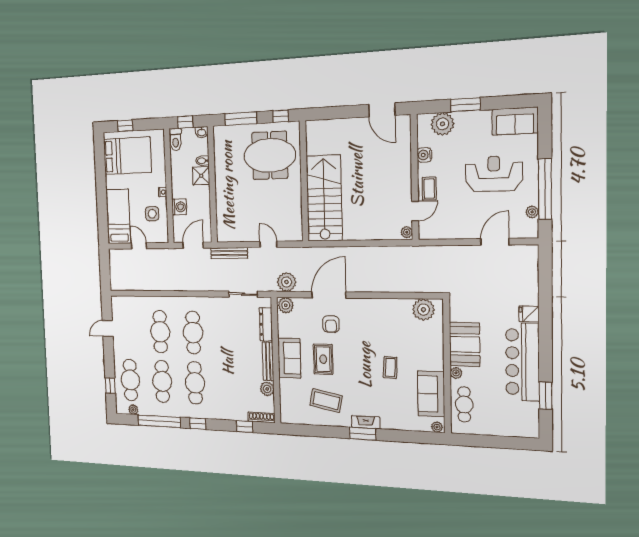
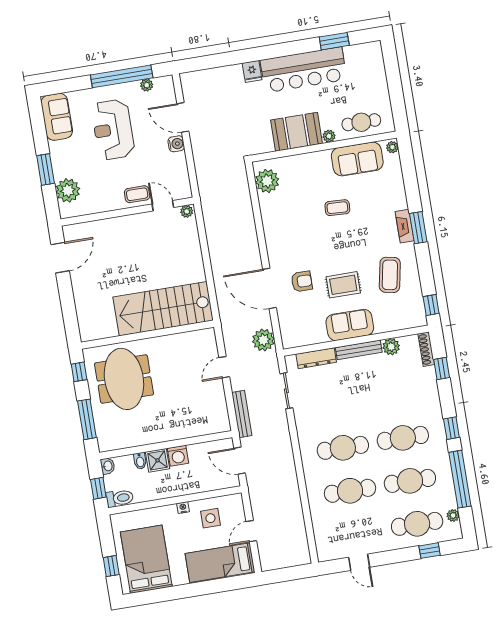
water cooler: (424, 155) -> (176, 144), moved, turned -90
washing machine: (179, 207) -> (178, 456), moved, turned 180
plant: (286, 305) -> (290, 337), removed
window: (297, 430) -> (431, 305), added

